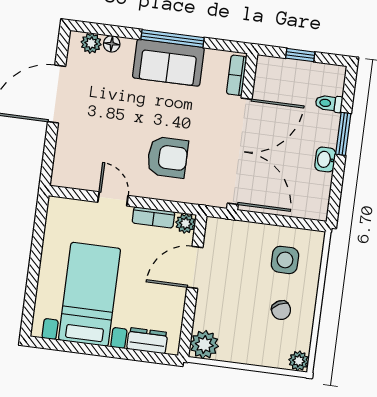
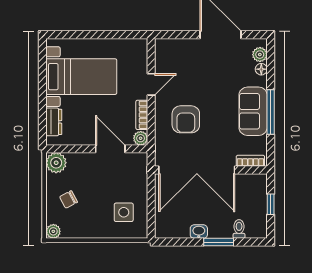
chair: (281, 310) -> (69, 199), moved

